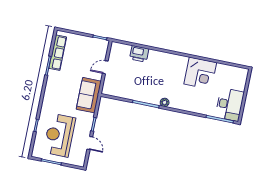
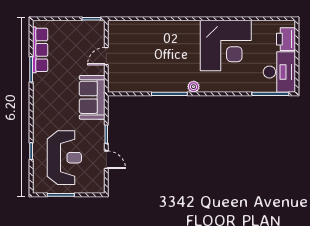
printer: (139, 54) -> (286, 39), moved, turned 90
corner desk: (200, 73) -> (226, 46), width x1.36, depth x1.36
reception desk: (59, 135) -> (64, 158), turned 180

